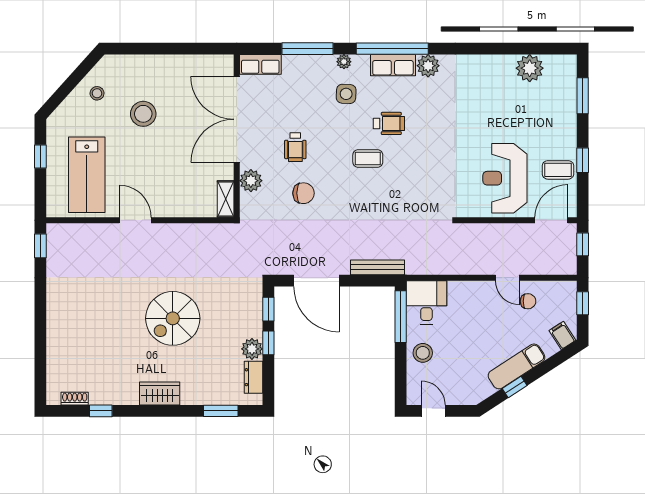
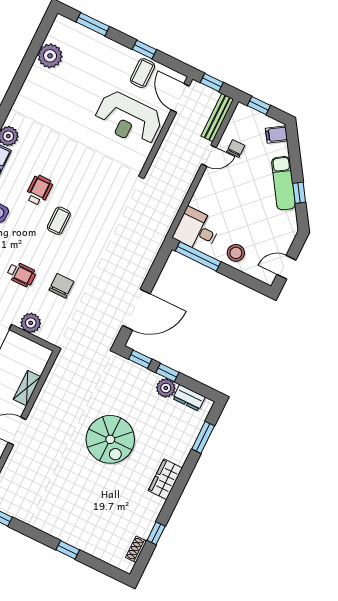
shelving: (226, 199) -> (27, 388), moved, turned 90
bench: (377, 267) -> (217, 118), moved
window: (40, 330) -> (68, 550), added

